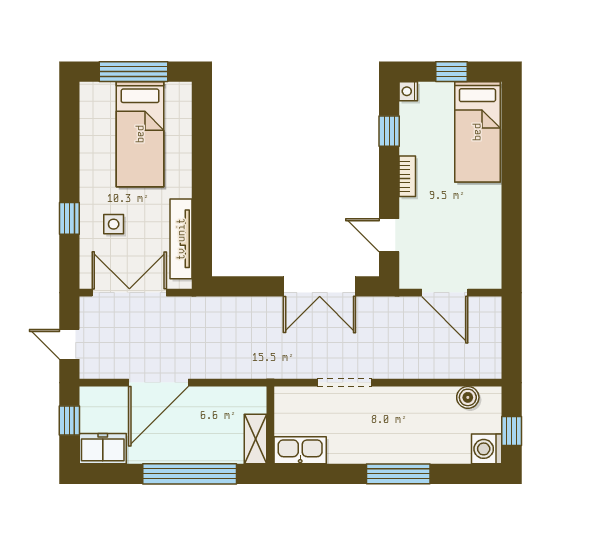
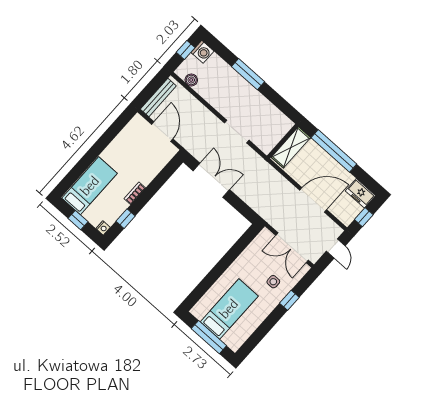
door: (389, 235) -> (164, 176), removed
tv unit: (181, 239) -> (251, 251), removed
bench: (491, 334) -> (158, 98), added
shelving: (256, 439) -> (291, 147), width x1.50, depth x1.33
kitchen sink: (300, 450) -> (280, 120), removed

